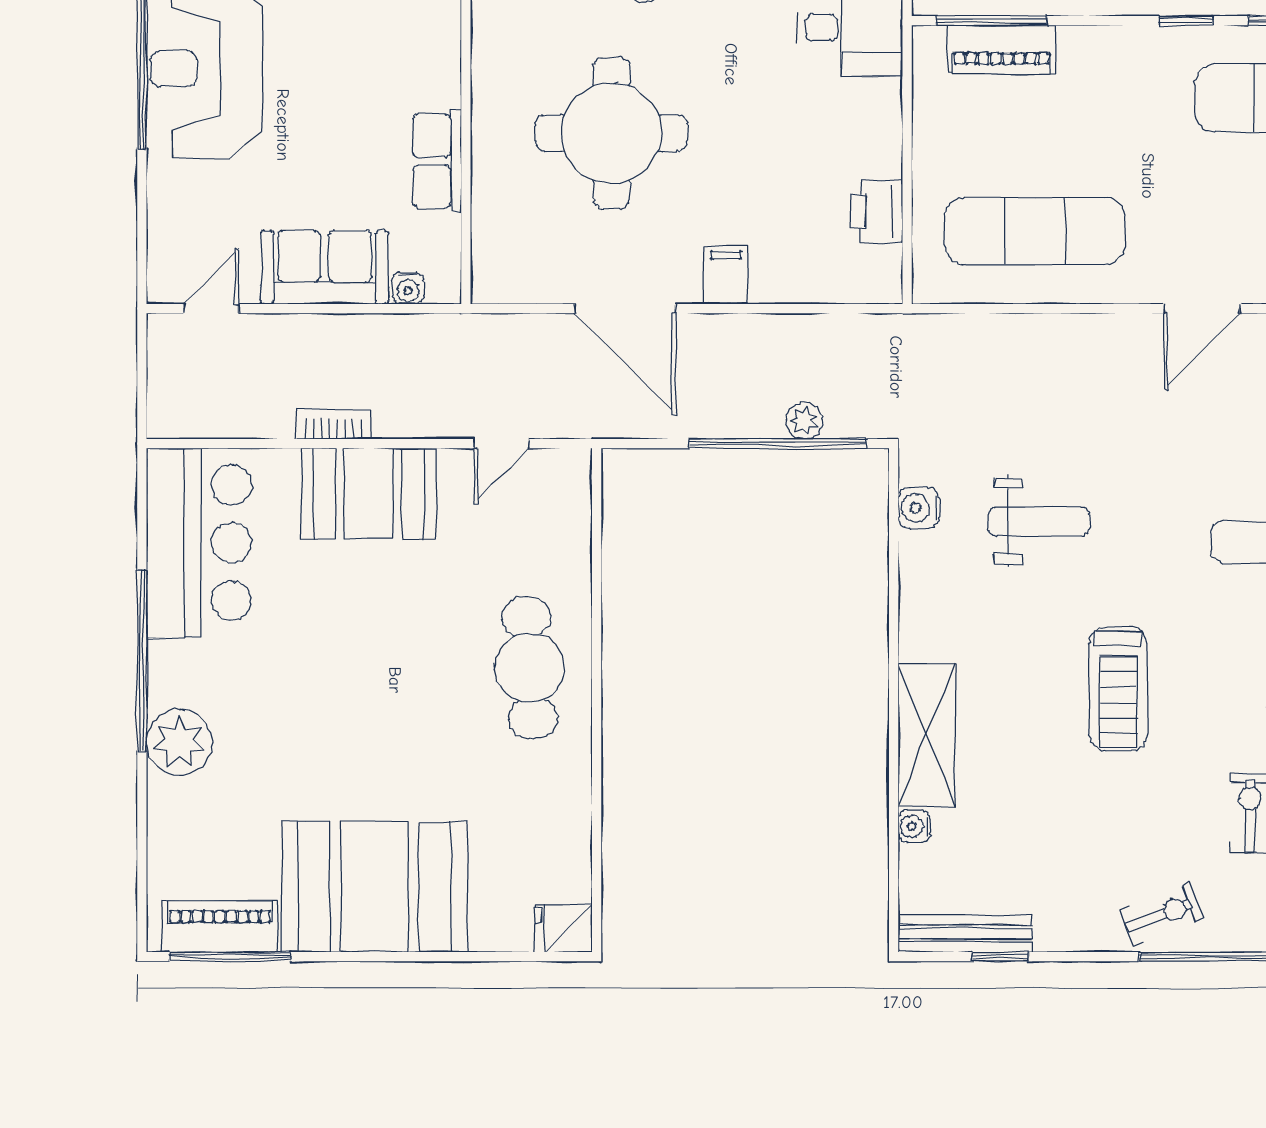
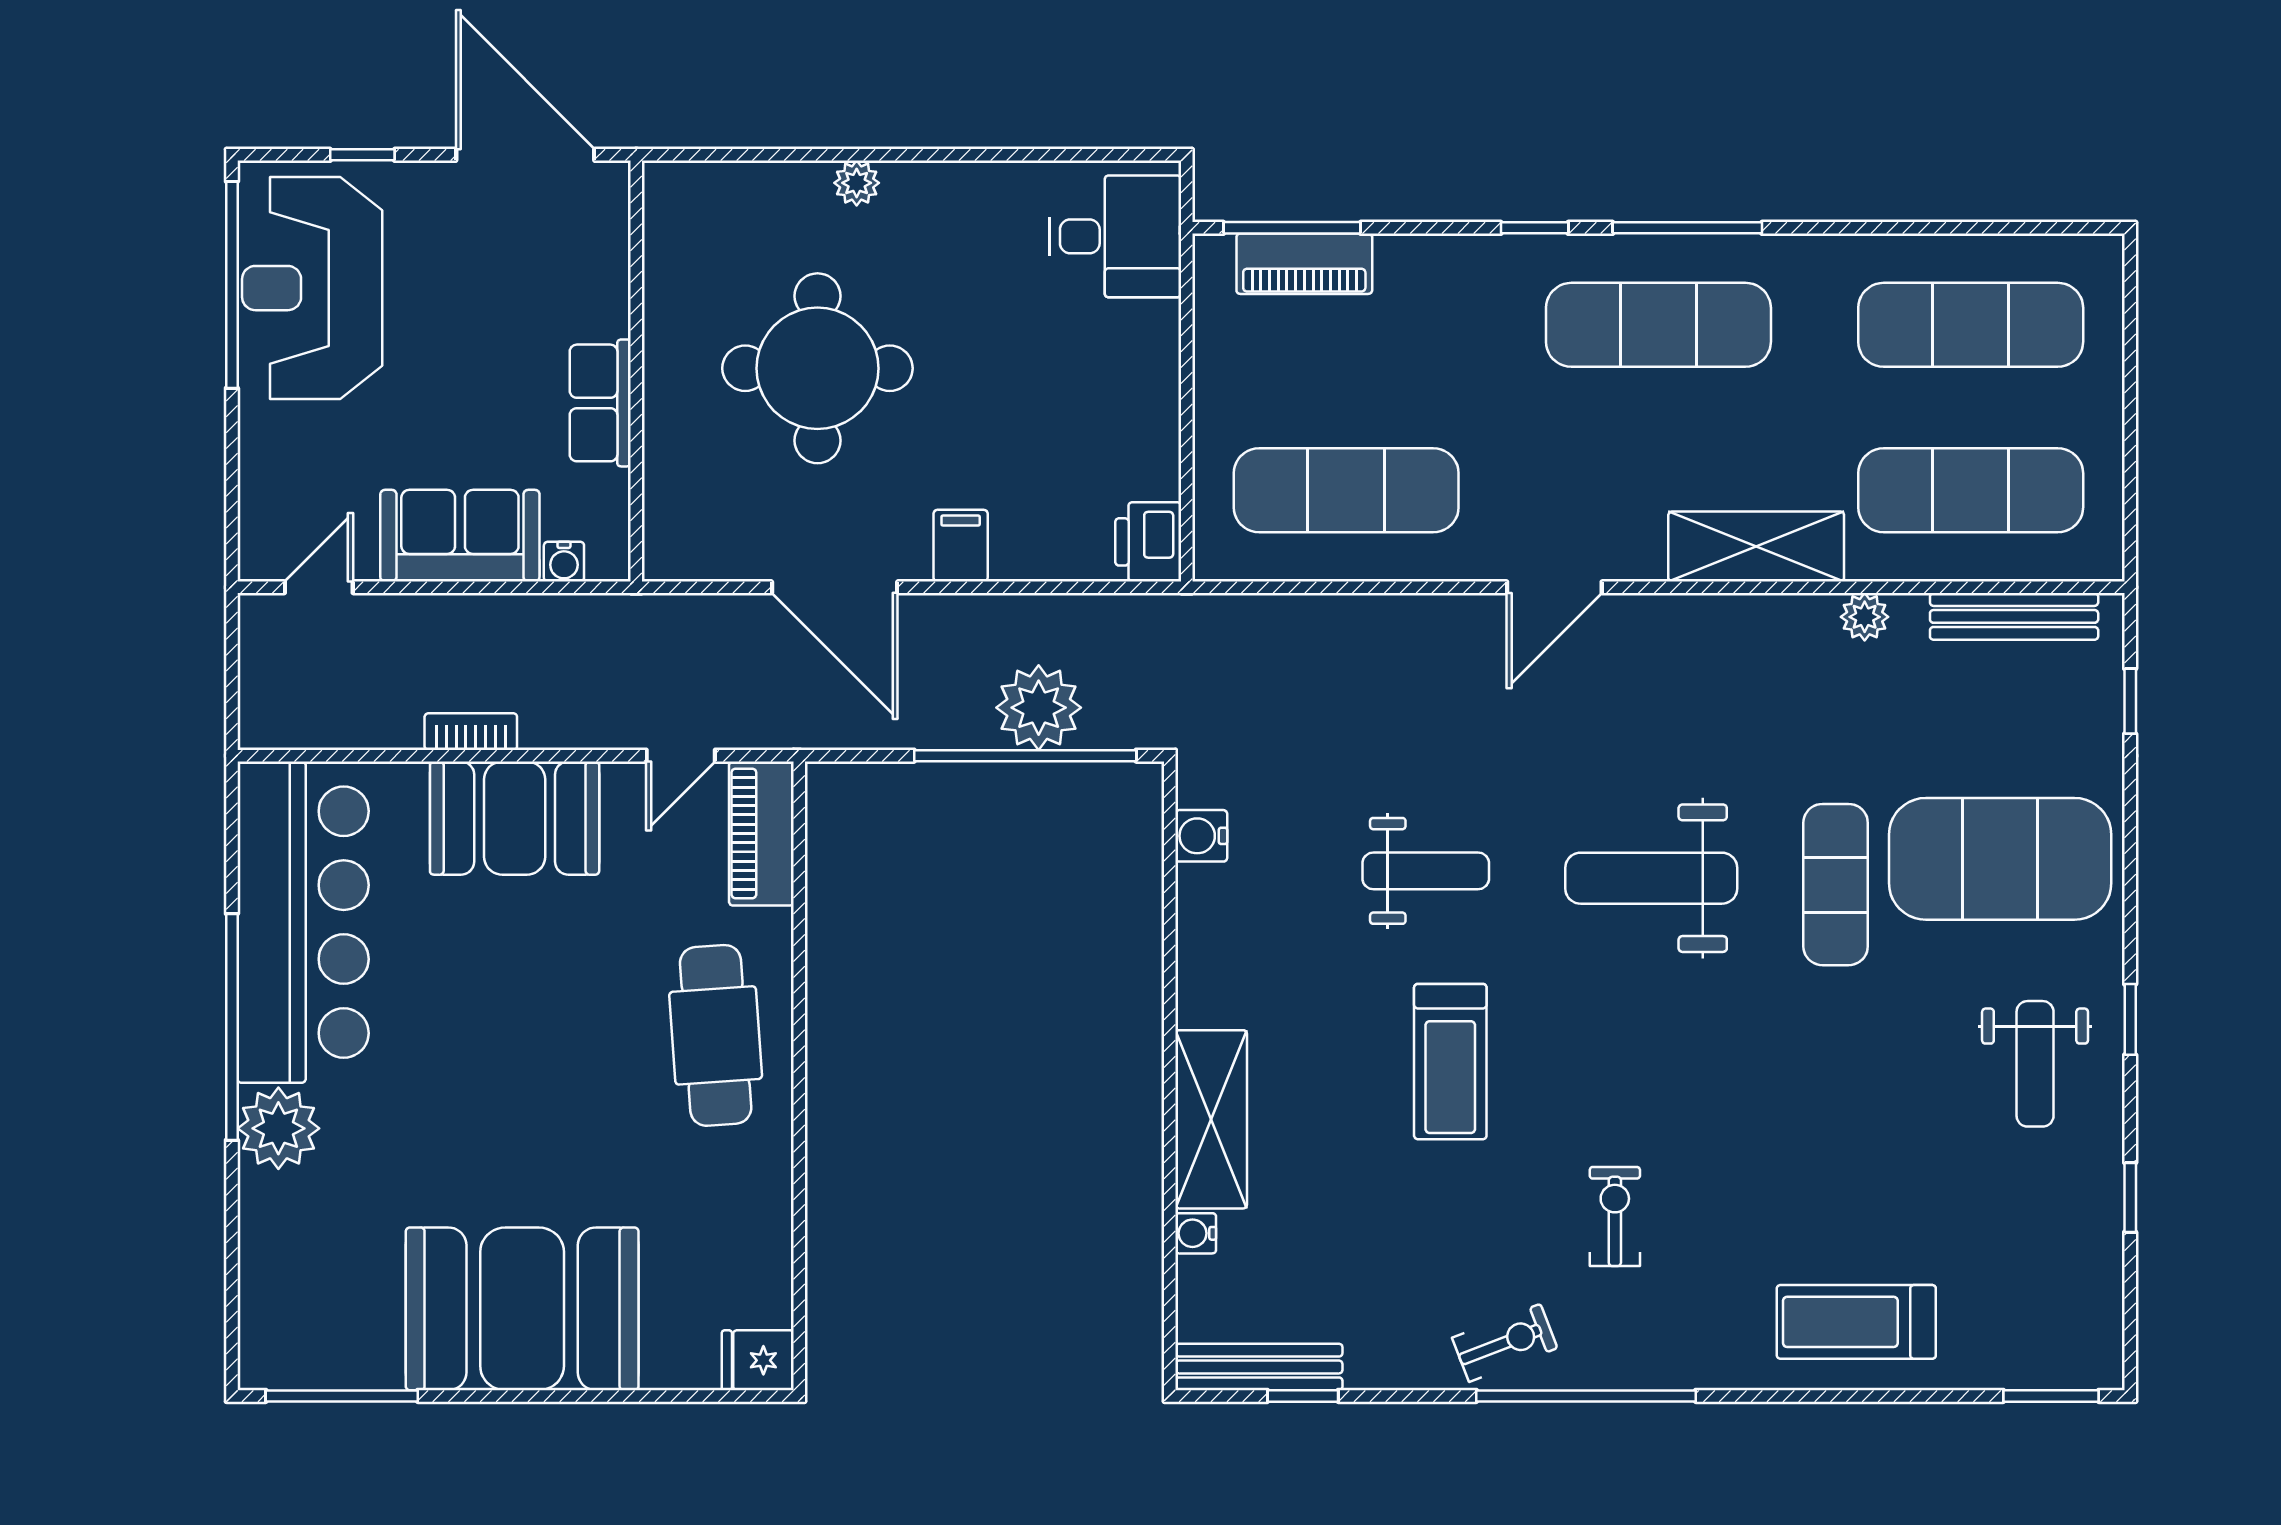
printer: (876, 212) -> (1148, 542), moved
plant: (804, 421) -> (1039, 708), width x1.87, depth x1.87
weight bench: (1039, 521) -> (1426, 871), moved
bar counter: (199, 543) -> (303, 922), width x1.36
piano: (220, 926) -> (761, 833), moved, turned -90

